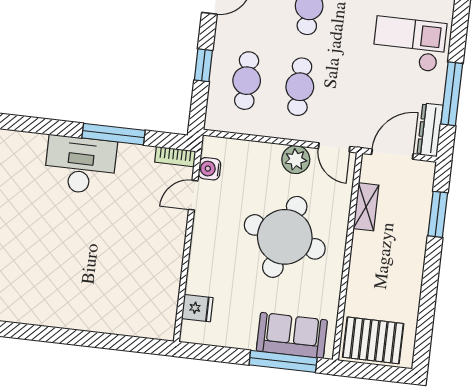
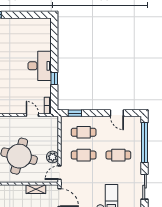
window: (203, 65) -> (75, 113), moved
window: (114, 134) -> (54, 78), width x0.46
water cooler: (210, 169) -> (44, 121), removed

